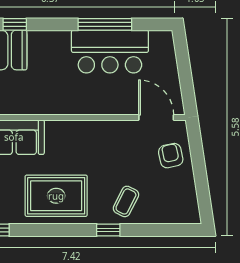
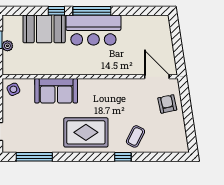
window: (105, 24) -> (92, 11), moved
bar counter: (110, 52) -> (93, 30), moved

